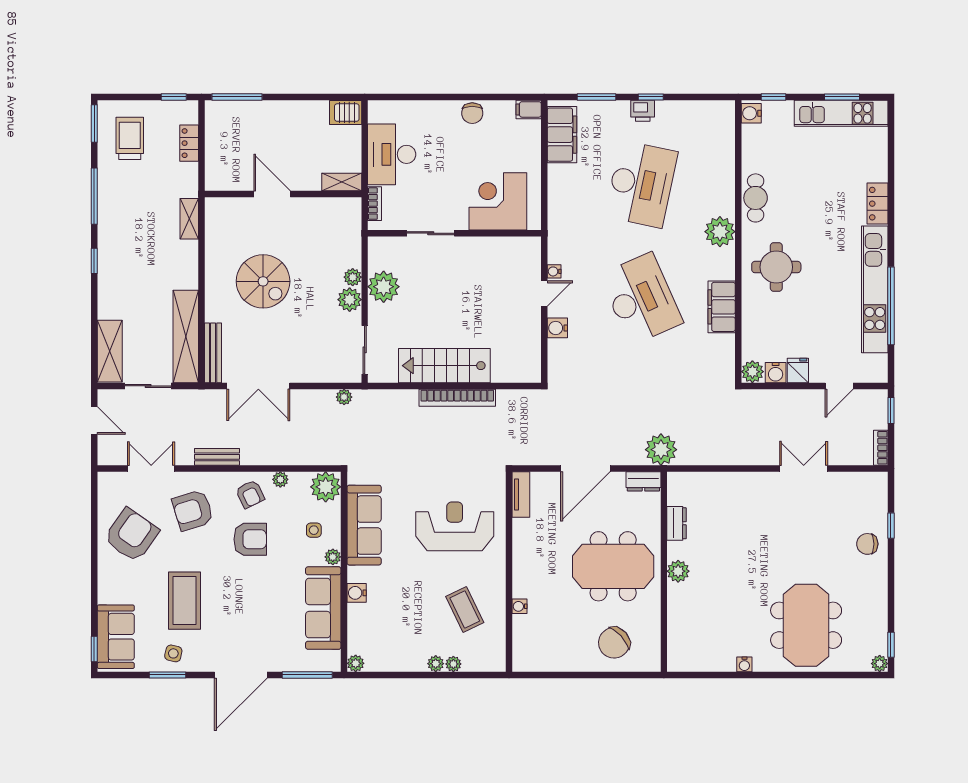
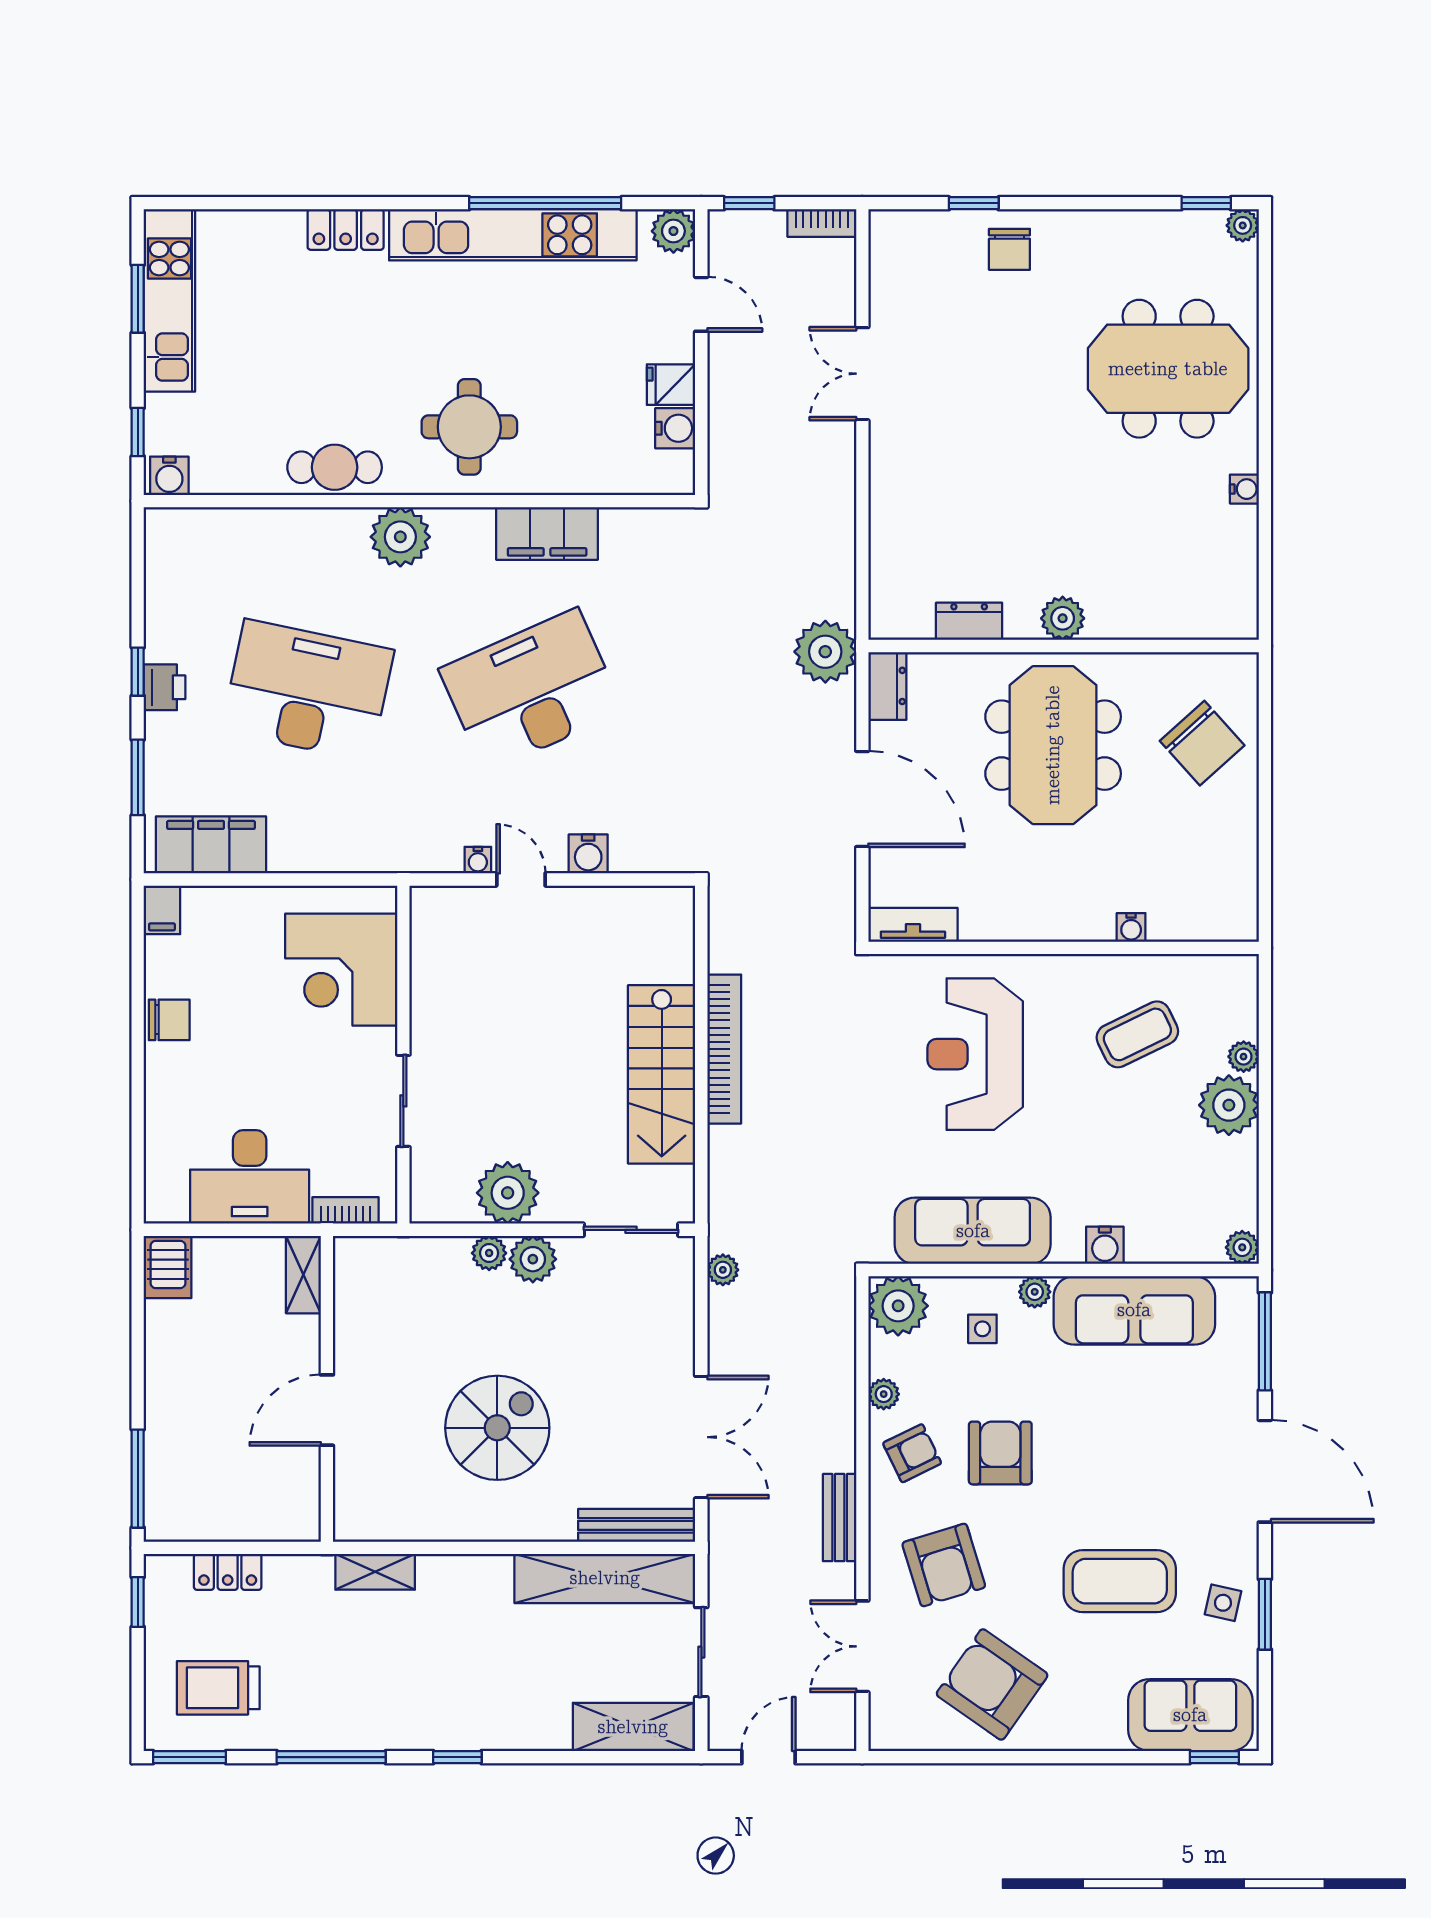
plant: (752, 372) -> (673, 231), moved
plant: (436, 664) -> (1229, 1105), width x1.87, depth x1.87

